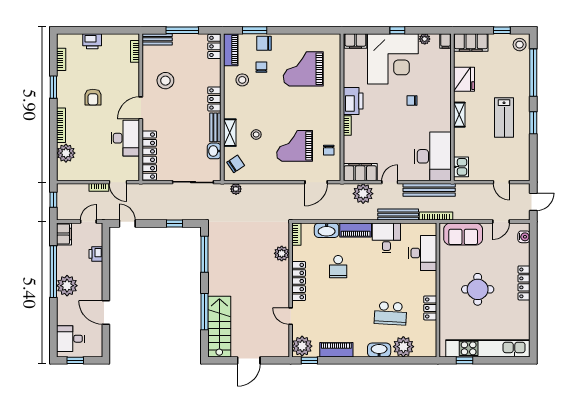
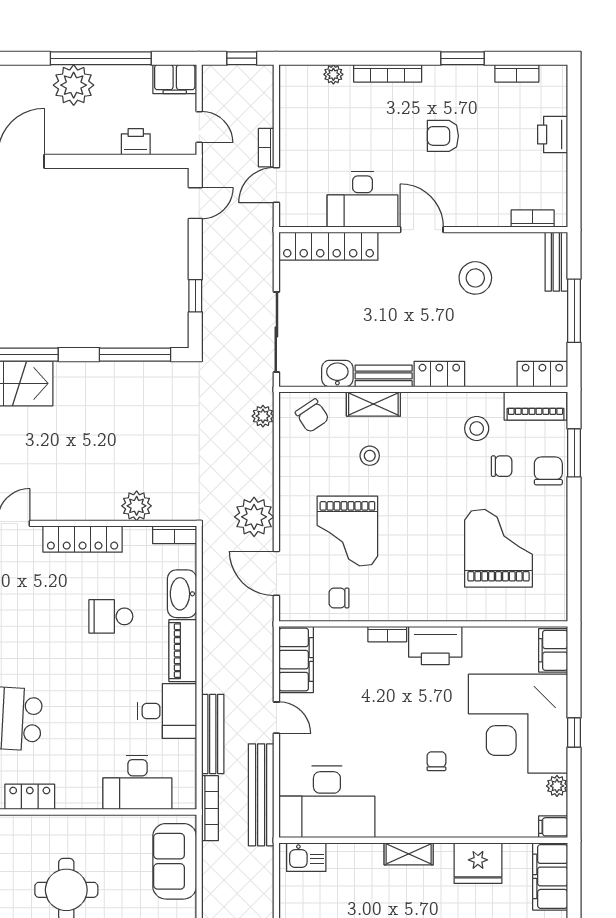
grand piano: (295, 146) -> (347, 531), turned 180
plant: (66, 153) -> (333, 74), width x0.53, depth x0.53
plant: (363, 194) -> (254, 517), moved

